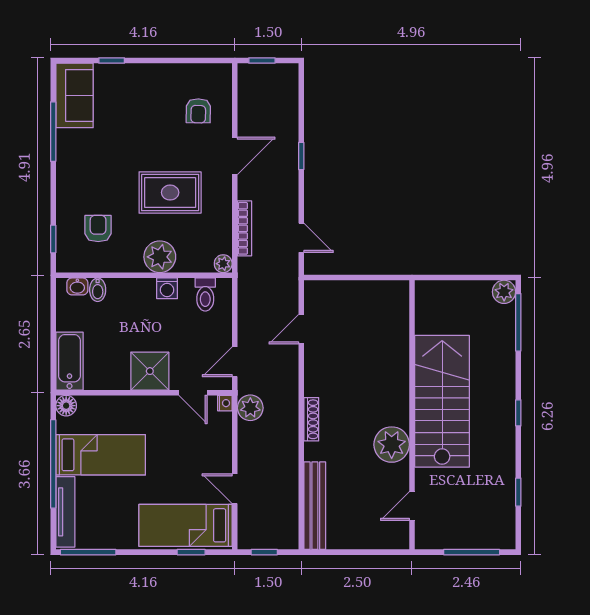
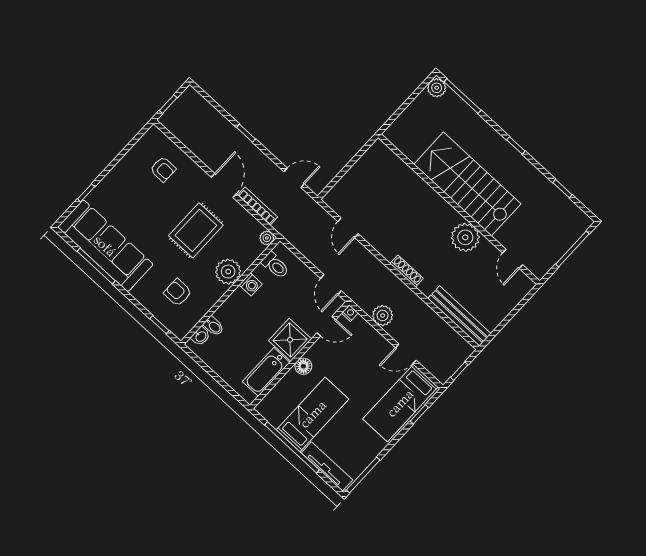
sofa: (75, 95) -> (105, 246), width x1.85, depth x1.27
door: (235, 156) -> (224, 185), moved
bathtub: (69, 361) -> (266, 372), moved, turned -90
floor lamp: (66, 406) -> (303, 366), moved
plant: (250, 408) -> (383, 315), moved

